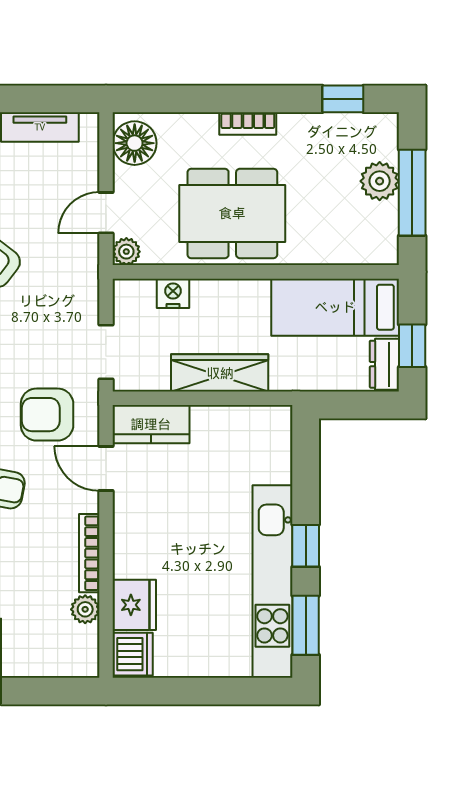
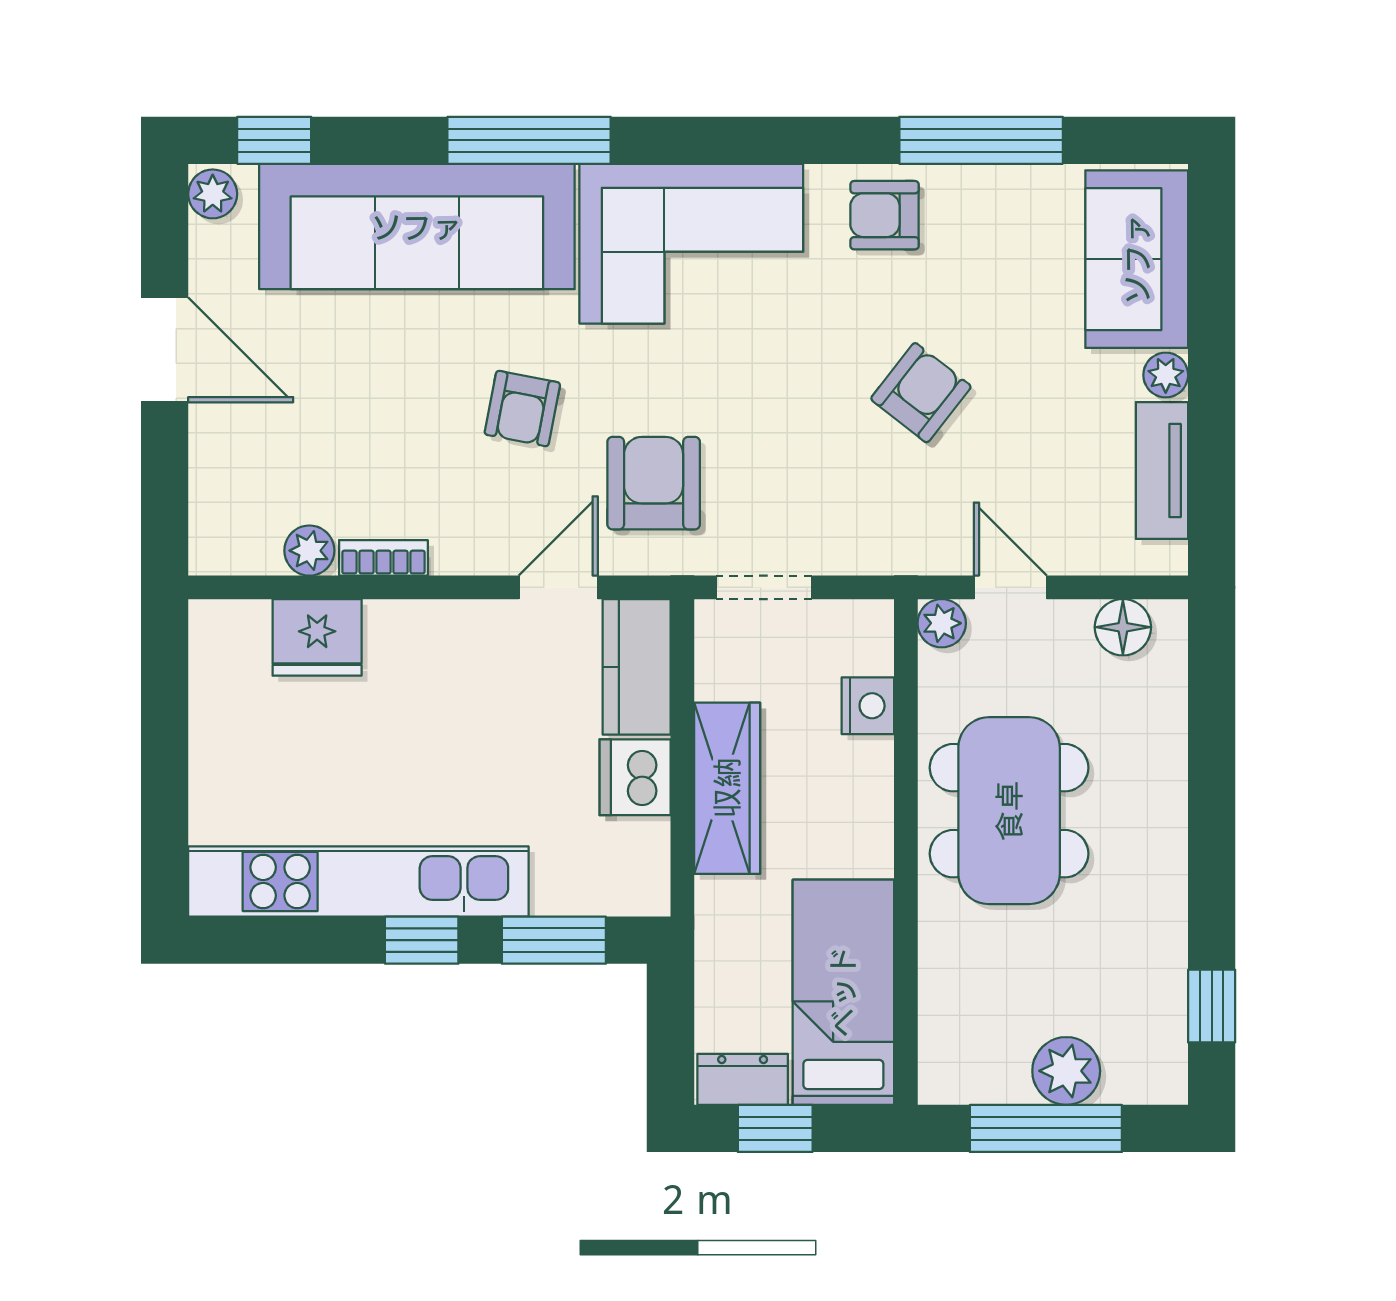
bookcase: (248, 124) -> (1168, 838), removed
floor lamp: (135, 143) -> (1123, 627), width x0.73, depth x0.73
bookcase: (89, 553) -> (383, 558), width x0.64
window: (306, 625) -> (554, 940), moved
dishwasher: (133, 654) -> (635, 777), moved, turned 90

